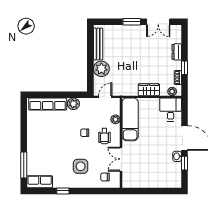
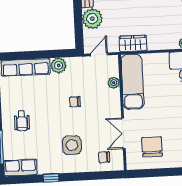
wardrobe: (149, 90) -> (133, 43), moved
wheelchair: (104, 136) -> (22, 121), moved
chair: (143, 171) -> (152, 147), added

